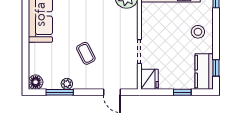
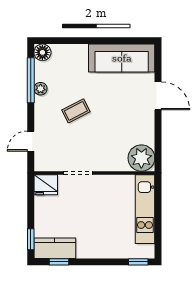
stool: (198, 32) -> (101, 241), removed
window: (60, 92) -> (31, 80), width x1.44
window: (182, 92) -> (31, 239), moved

